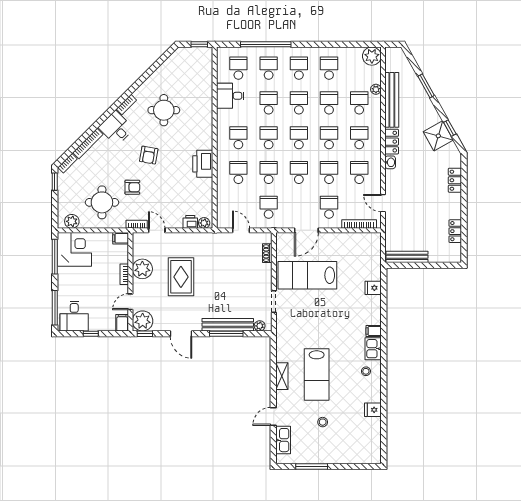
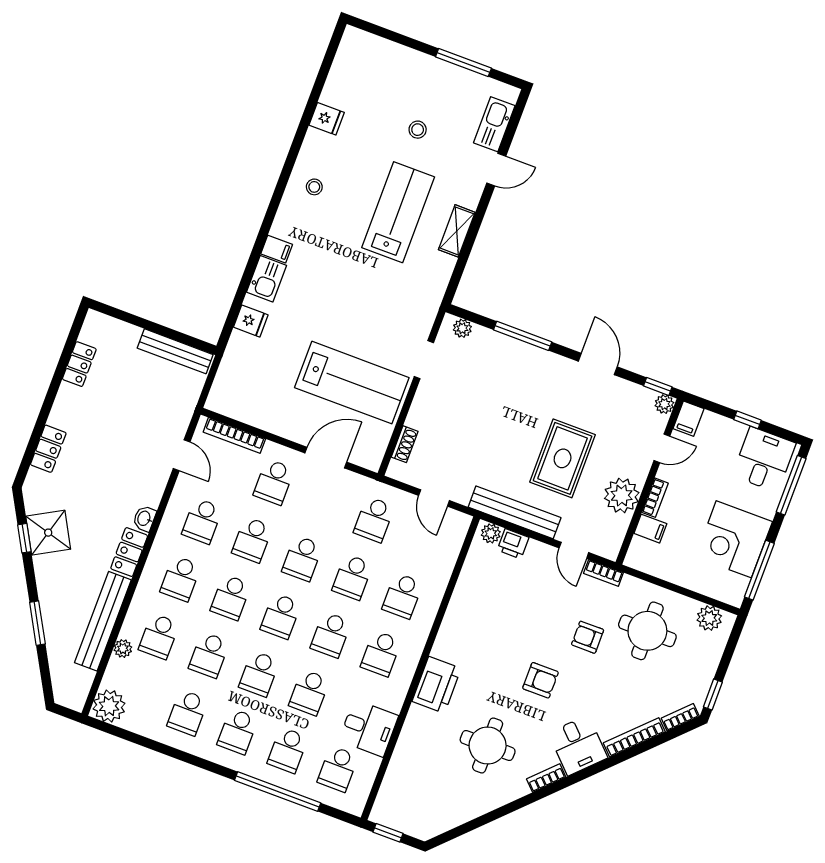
armchair: (149, 155) -> (541, 680), turned 80
printer: (203, 164) -> (437, 685), moved
filing cabinet: (121, 238) -> (650, 529), moved
corner desk: (74, 249) -> (734, 539), moved
plant: (143, 321) -> (664, 404), width x0.53, depth x0.53
bench: (228, 325) -> (515, 512), moved
kitchen sink: (373, 349) -> (267, 279), moved

